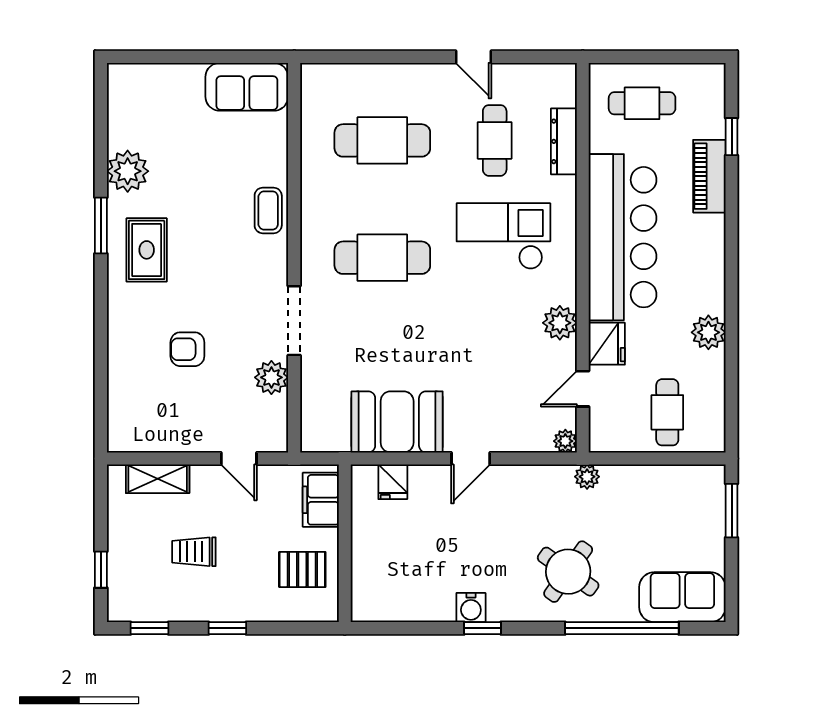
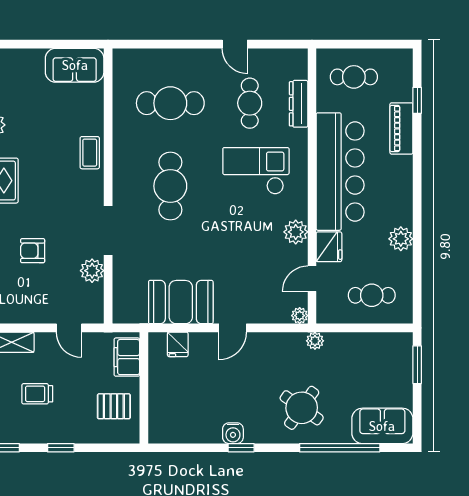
cafe table: (382, 258) -> (170, 186), turned 90
cafe table: (667, 412) -> (372, 295), turned 90

